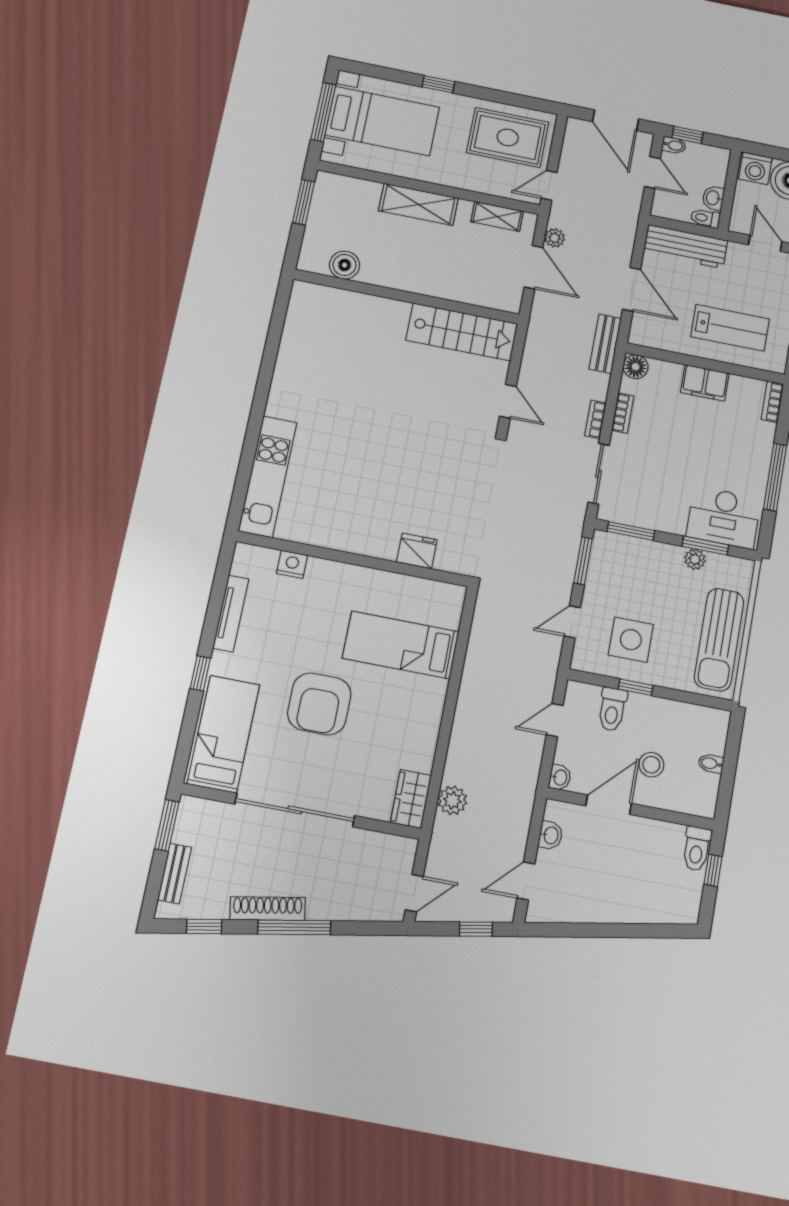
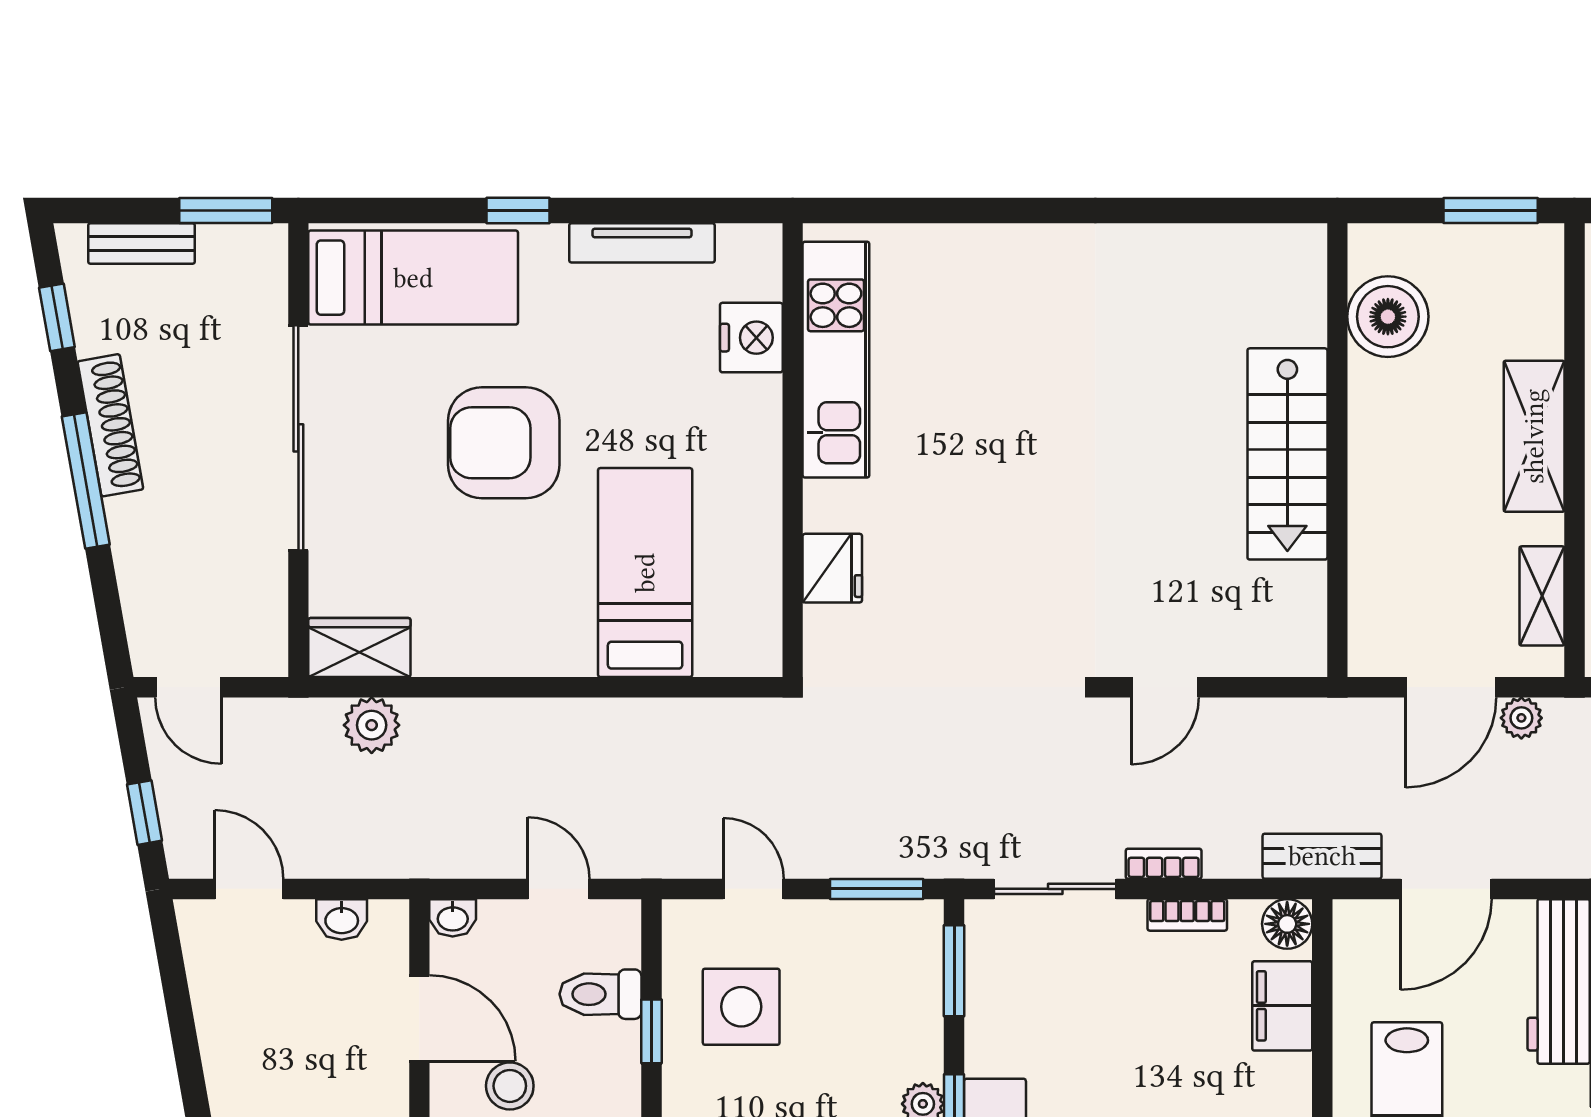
boiler: (345, 265) -> (1388, 317), width x1.37, depth x1.37
stairs: (462, 332) -> (1287, 454), moved
filing cabinet: (705, 383) -> (1282, 1006), moved
kitchen unit: (268, 477) -> (836, 360), moved, turned -90
nightstand: (292, 564) -> (751, 338), width x1.36, depth x1.33

